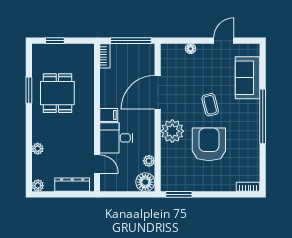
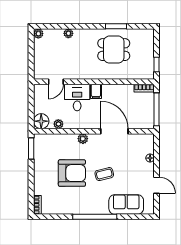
window: (55, 41) -> (157, 64), moved
plant: (172, 131) -> (83, 139), width x0.53, depth x0.53
dresser: (72, 185) -> (39, 62), removed

